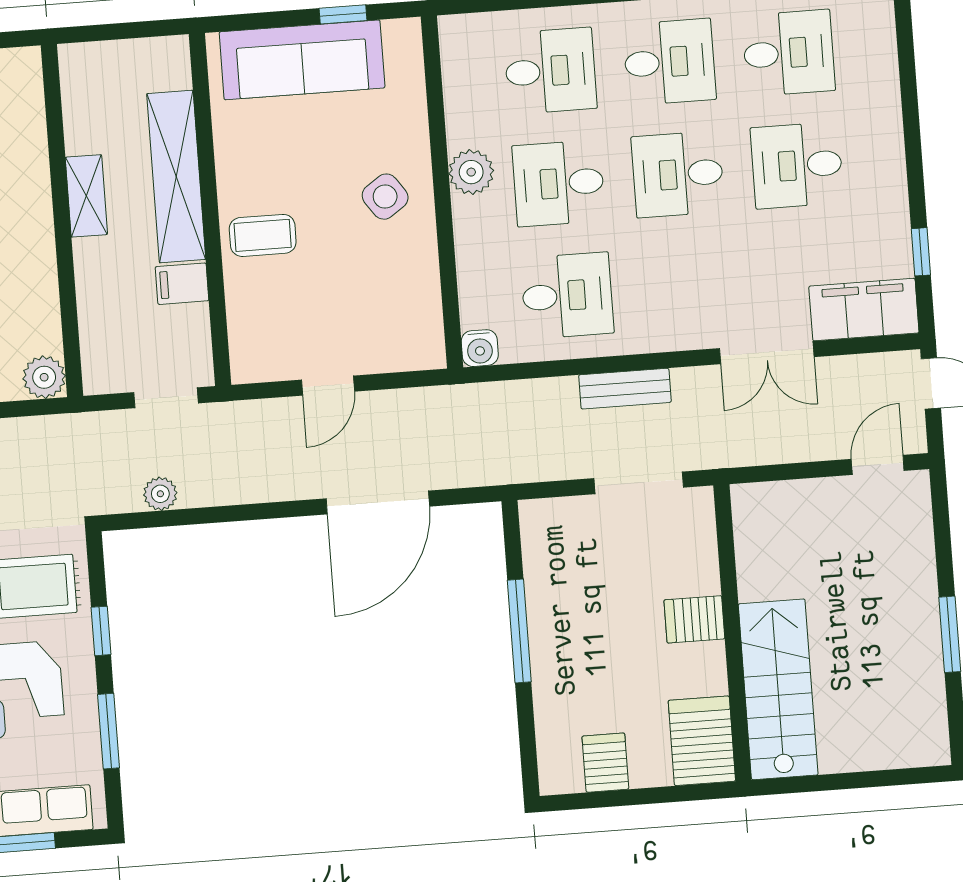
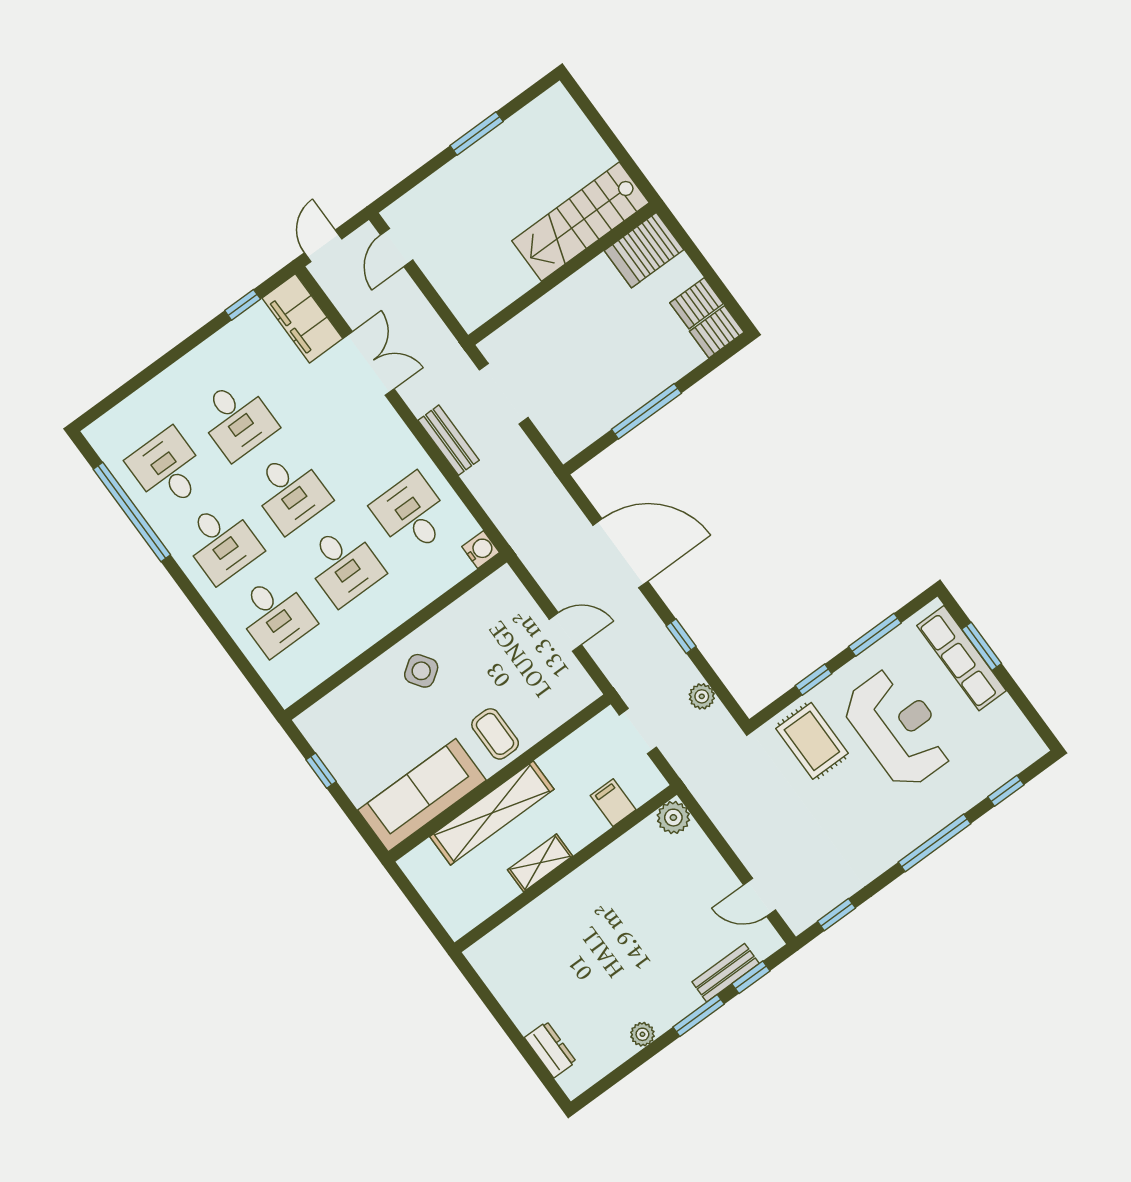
sofa: (302, 60) -> (422, 795), moved, turned -90
desk: (669, 62) -> (221, 542), turned 180
desk: (550, 71) -> (275, 615), turned 180
plant: (471, 172) -> (371, 625), removed
filing cabinet: (182, 284) -> (613, 803), moved, turned 180
door: (878, 465) -> (397, 247), hinge flipped
window: (242, 513) -> (681, 636), added
server rack: (694, 619) -> (717, 332), moved, turned 90

